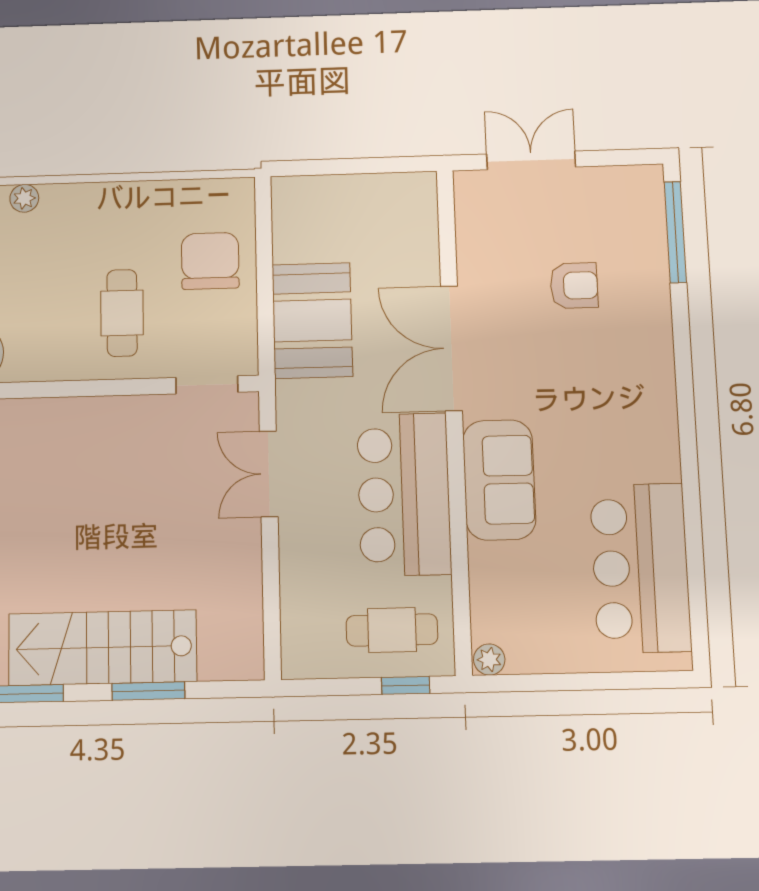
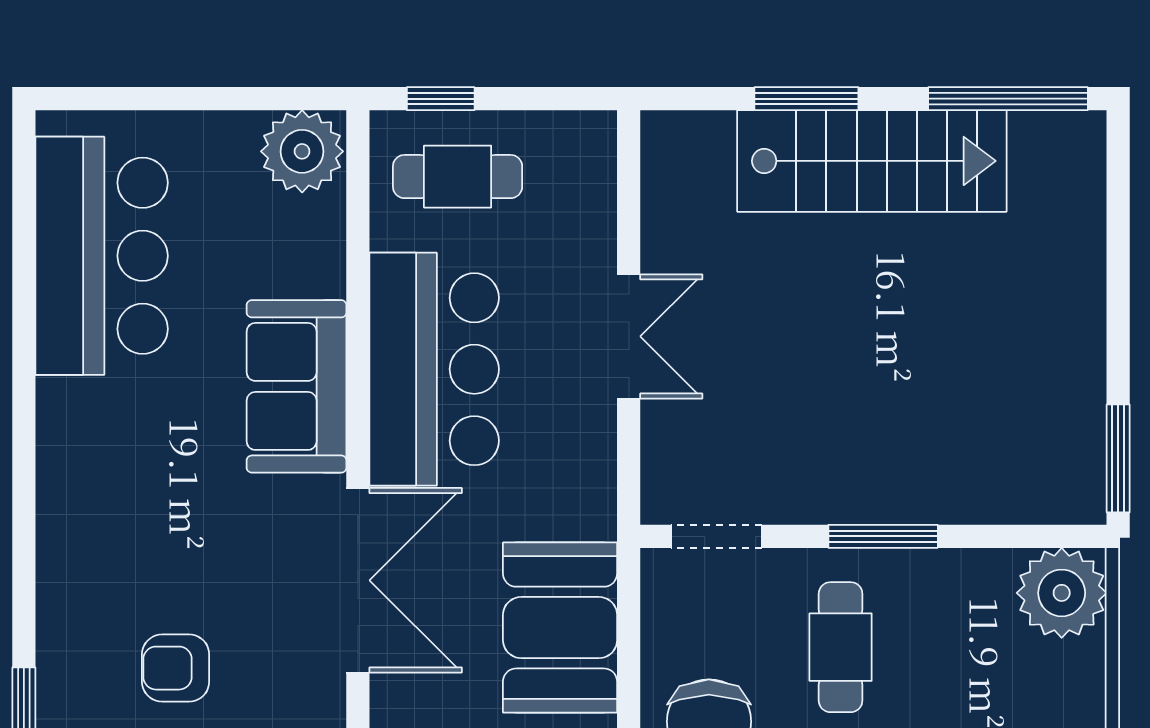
window: (94, 388) -> (883, 536), added
double door: (269, 474) -> (629, 336), moved
plant: (489, 660) -> (302, 151), width x1.87, depth x1.87

